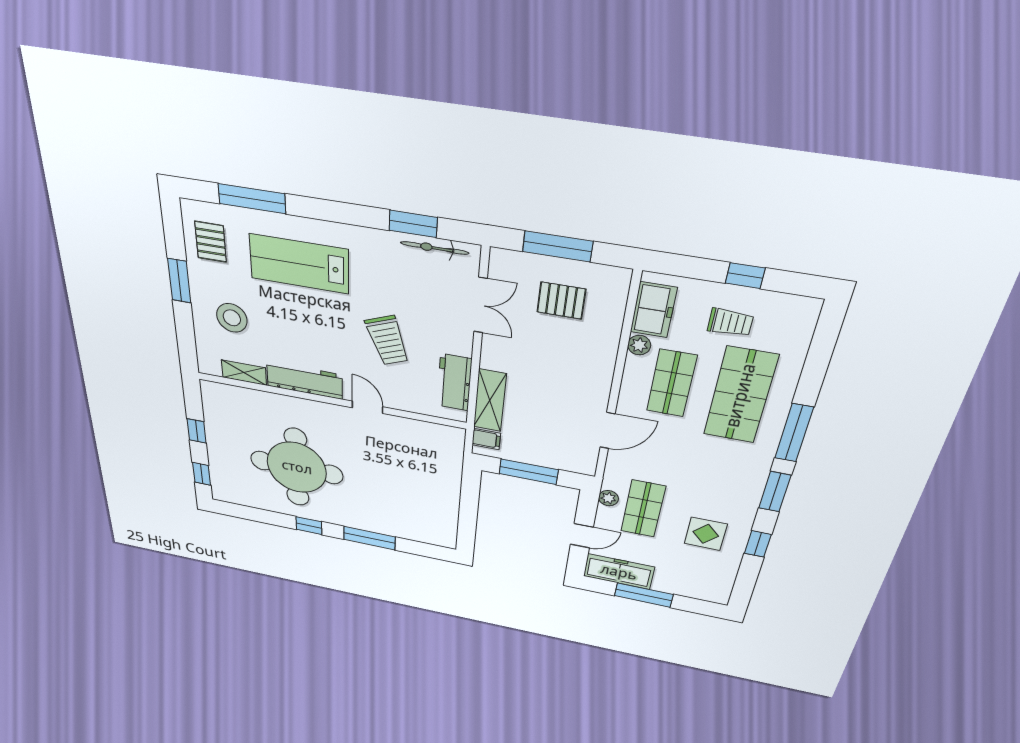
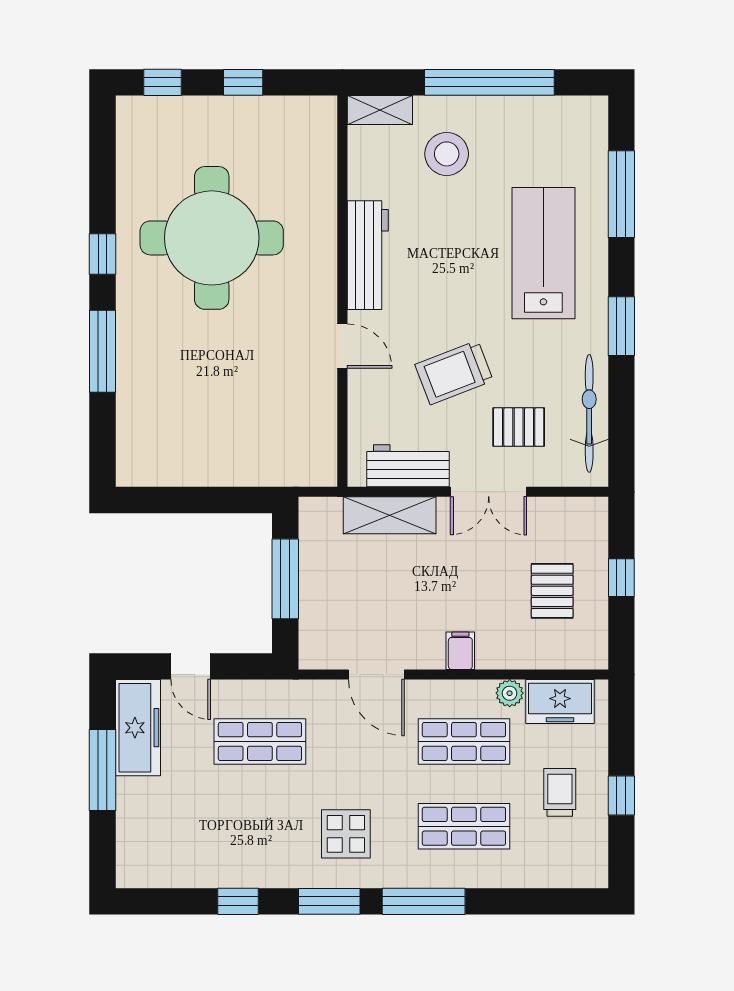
window: (413, 224) -> (621, 326), moved
pallet: (211, 242) -> (519, 427), moved
window: (558, 246) -> (621, 578), width x0.46
bicycle: (435, 248) -> (589, 413), width x1.37, depth x1.40
window: (179, 281) -> (489, 82), width x2.11
double door: (481, 305) -> (489, 492), moved
trolley: (730, 322) -> (560, 792), turned 180
shelving: (244, 373) -> (380, 110), moved, turned 90
shop shelf: (740, 395) -> (464, 826), width x0.70, depth x0.74
door: (367, 407) -> (342, 346), hinge flipped
filing cabinet: (486, 439) -> (460, 651), moved, turned 180
plant: (608, 498) -> (266, 693), removed
display table: (706, 534) -> (346, 834), moved

